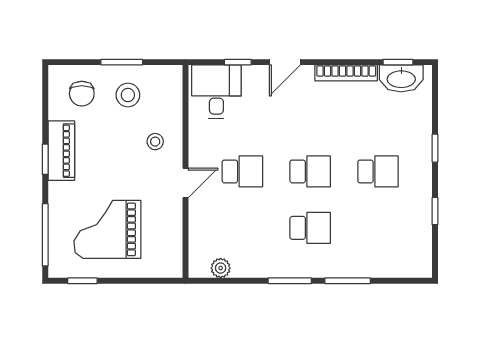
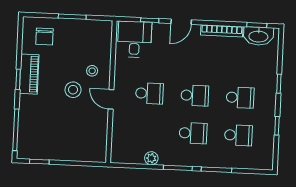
stool: (128, 95) -> (73, 90), moved
door: (185, 183) -> (111, 99), swing flipped
school desk: (378, 228) -> (238, 135), added
grand piano: (107, 229) -> (57, 128), removed
plant: (221, 268) -> (151, 158), moved

